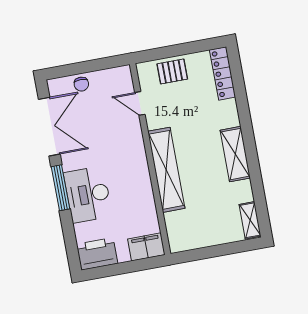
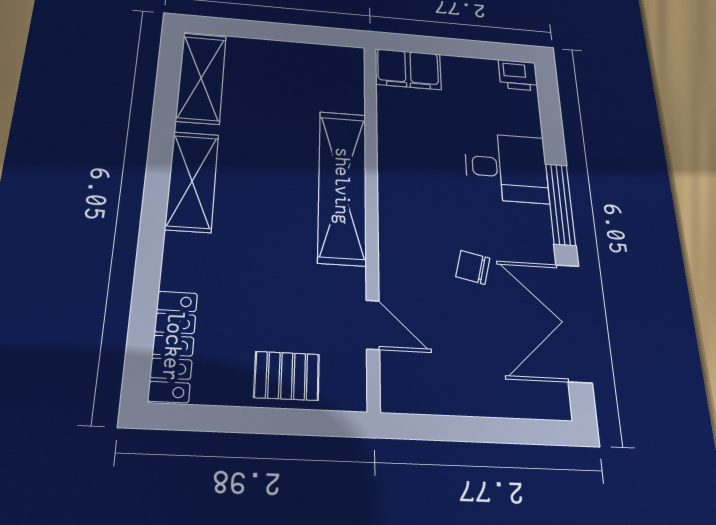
chair: (81, 84) -> (473, 267), moved, turned -77
desk: (88, 194) -> (506, 168), width x0.73
shelving: (250, 220) -> (201, 78), width x1.50, depth x1.33
printer: (97, 254) -> (518, 75), width x0.53, depth x0.68

